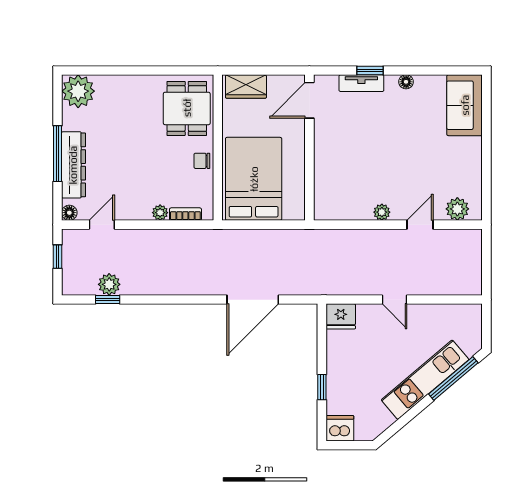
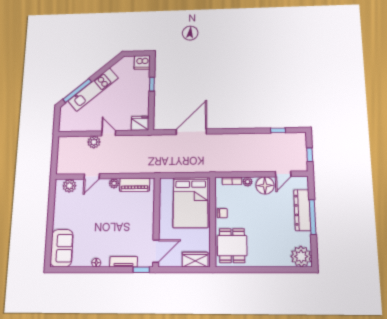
window: (370, 70) -> (141, 270), moved
piano: (347, 209) -> (135, 185), added
floor lamp: (69, 213) -> (265, 185), moved, width x1.89, depth x1.89
plant: (109, 284) -> (94, 142), moved

